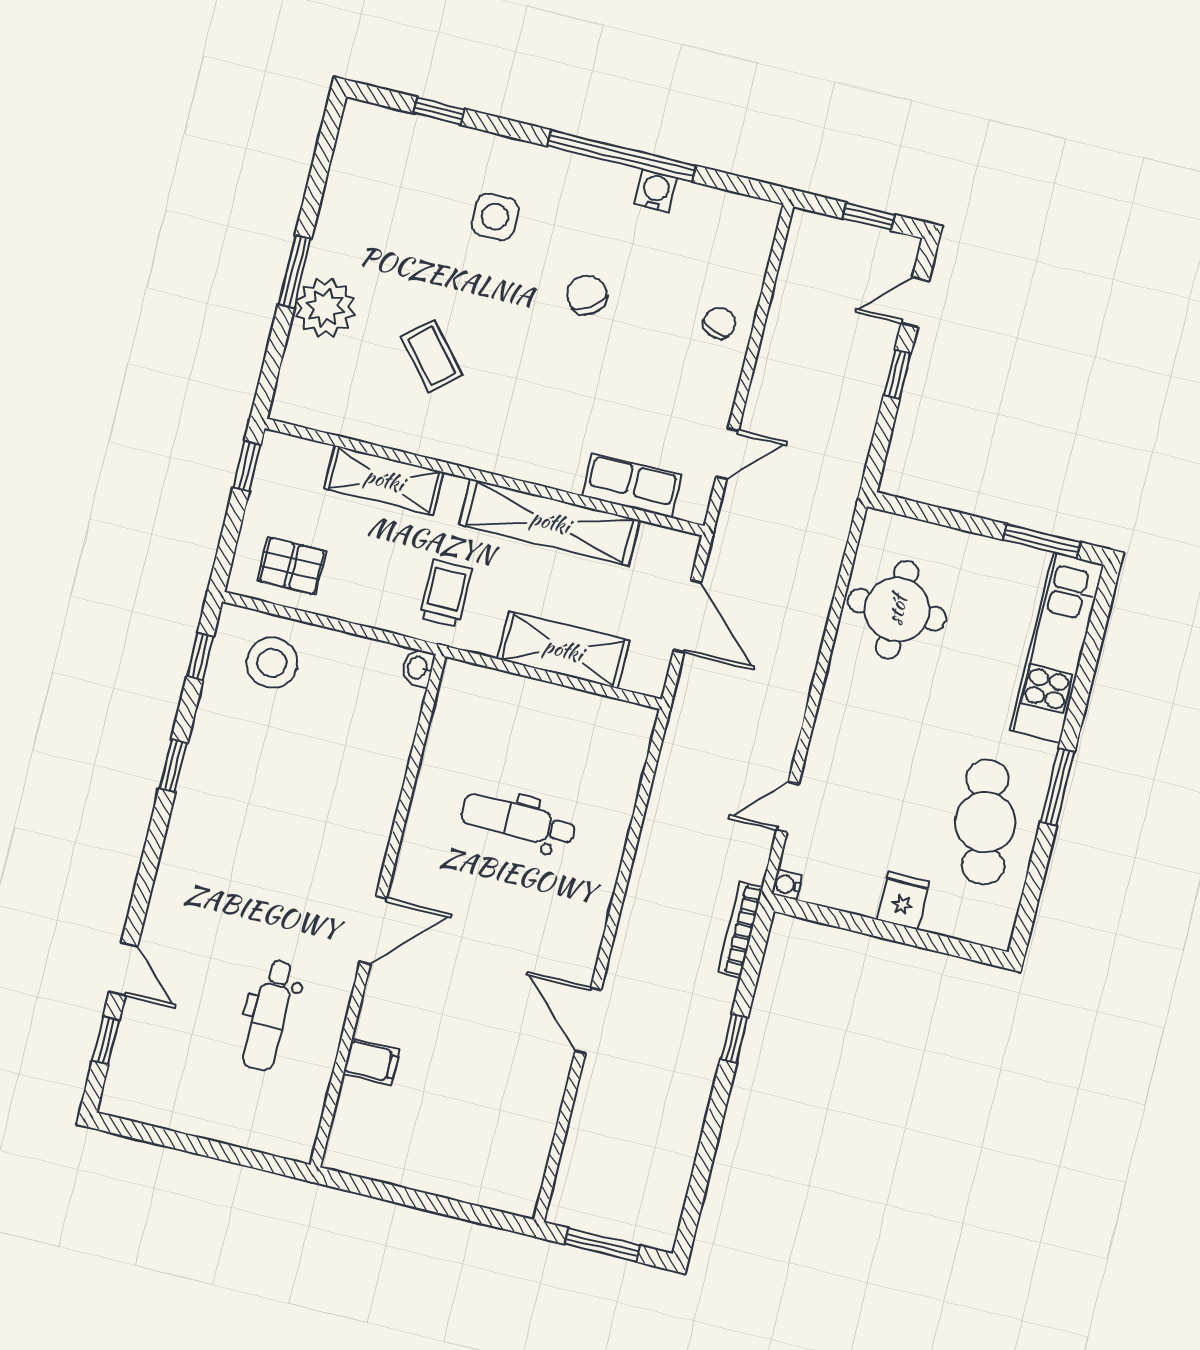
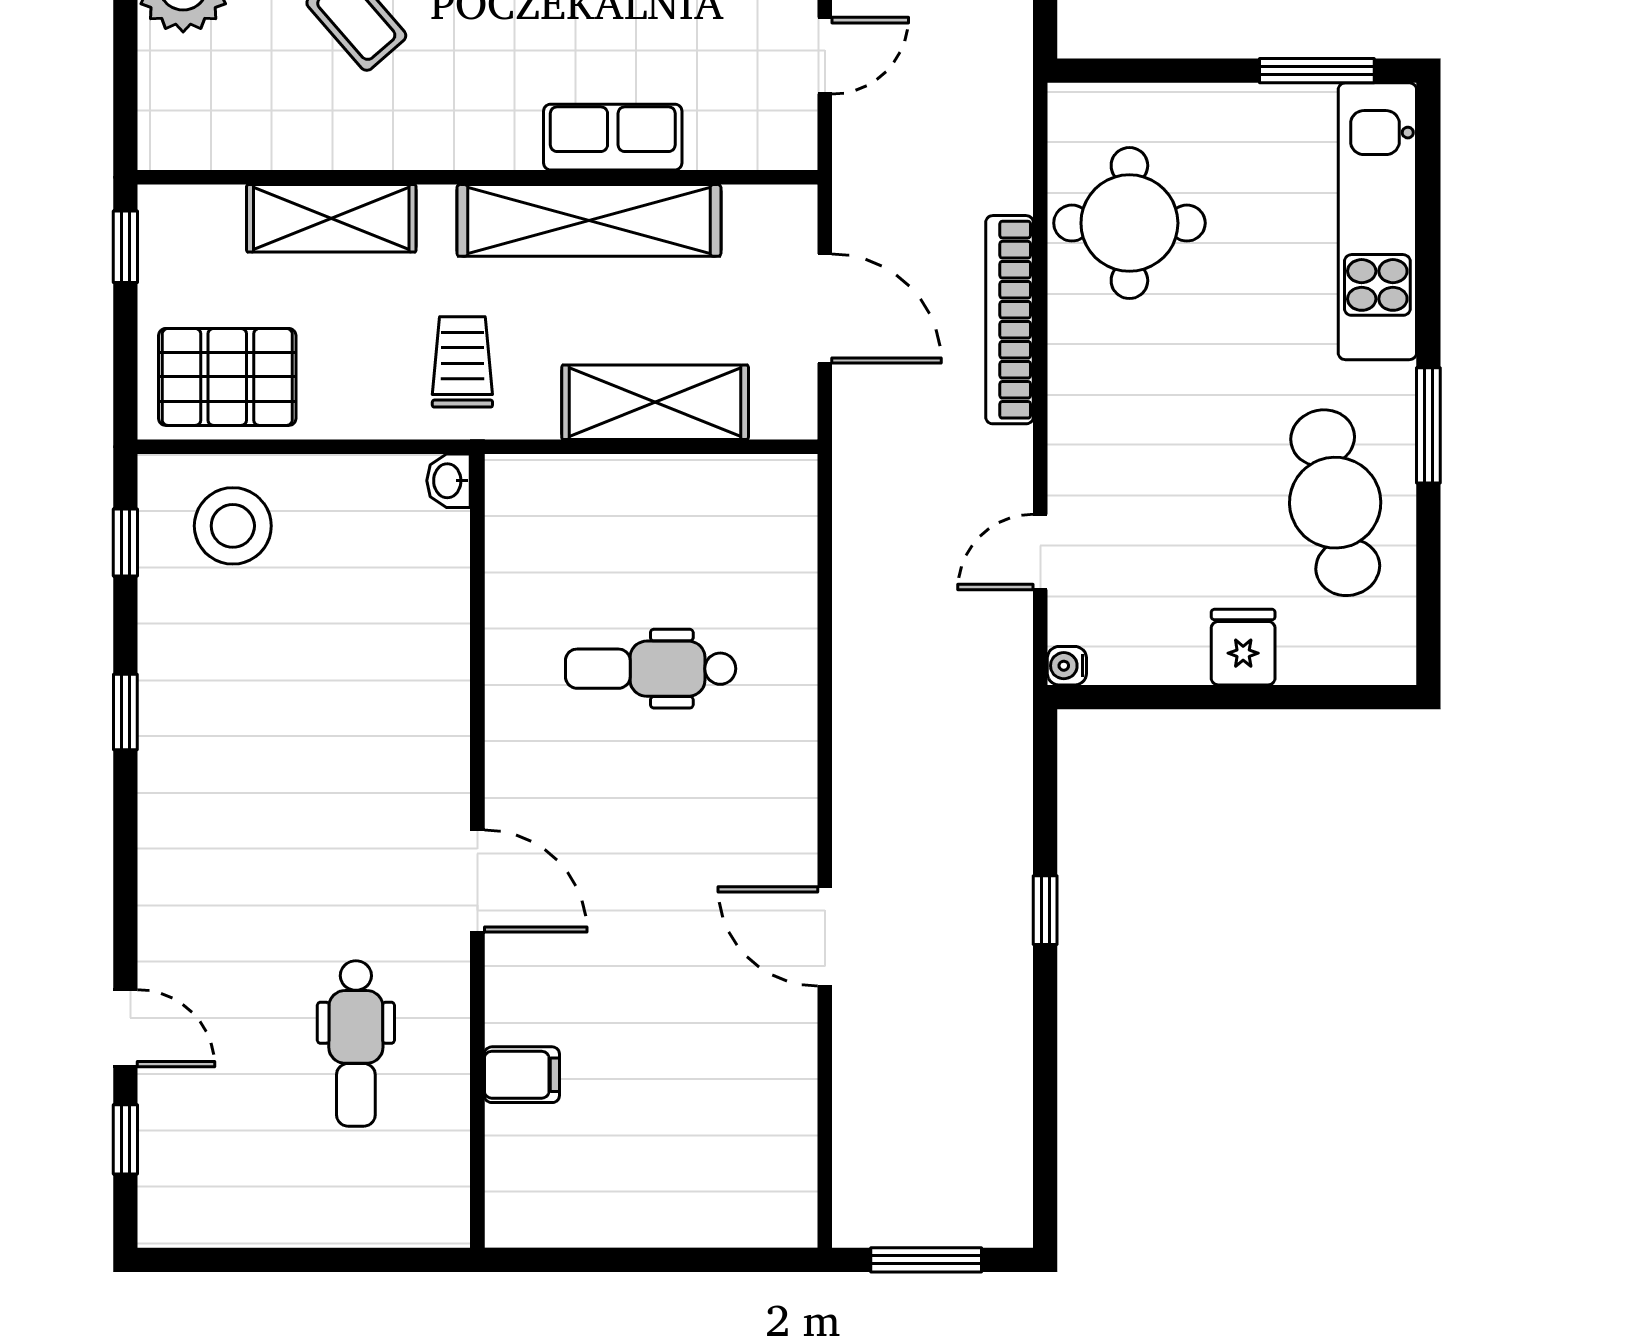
row of seats: (632, 486) -> (613, 137), moved
pallet: (292, 566) -> (227, 377), width x1.50, depth x1.42
door: (373, 930) -> (477, 881), hinge flipped
bookcase: (740, 930) -> (1009, 320), moved, width x1.48, depth x1.31

